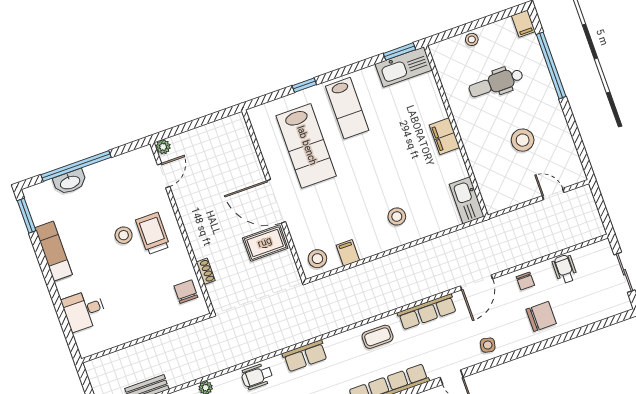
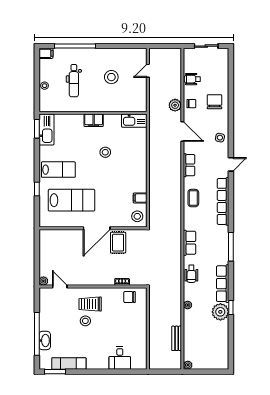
stool: (397, 217) -> (105, 152), moved
exam couch: (54, 251) -> (69, 363), moved
plant: (514, 256) -> (175, 105), added
row of seats: (427, 312) -> (189, 165), width x0.68

